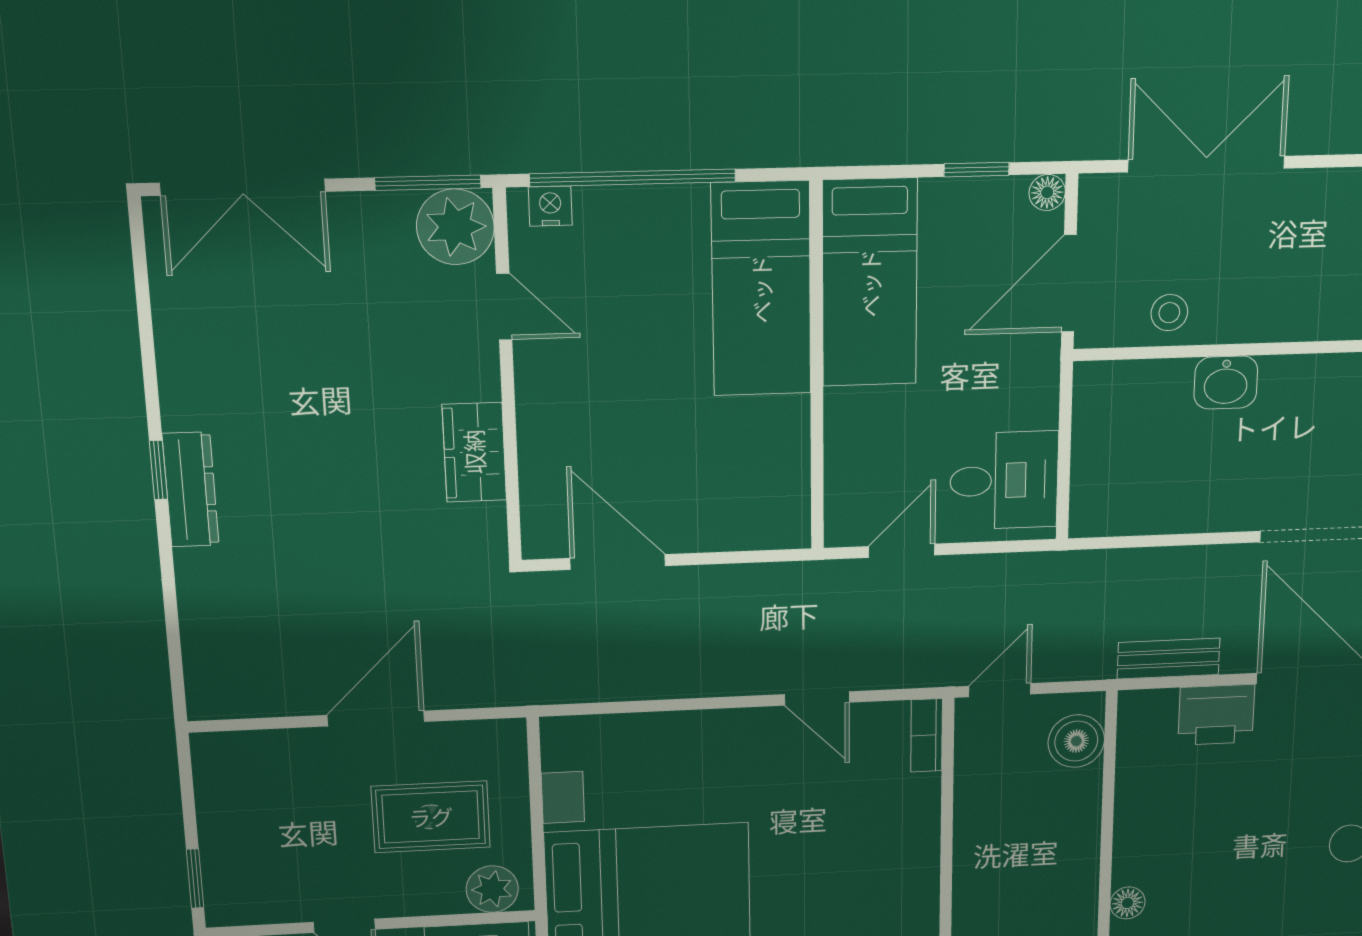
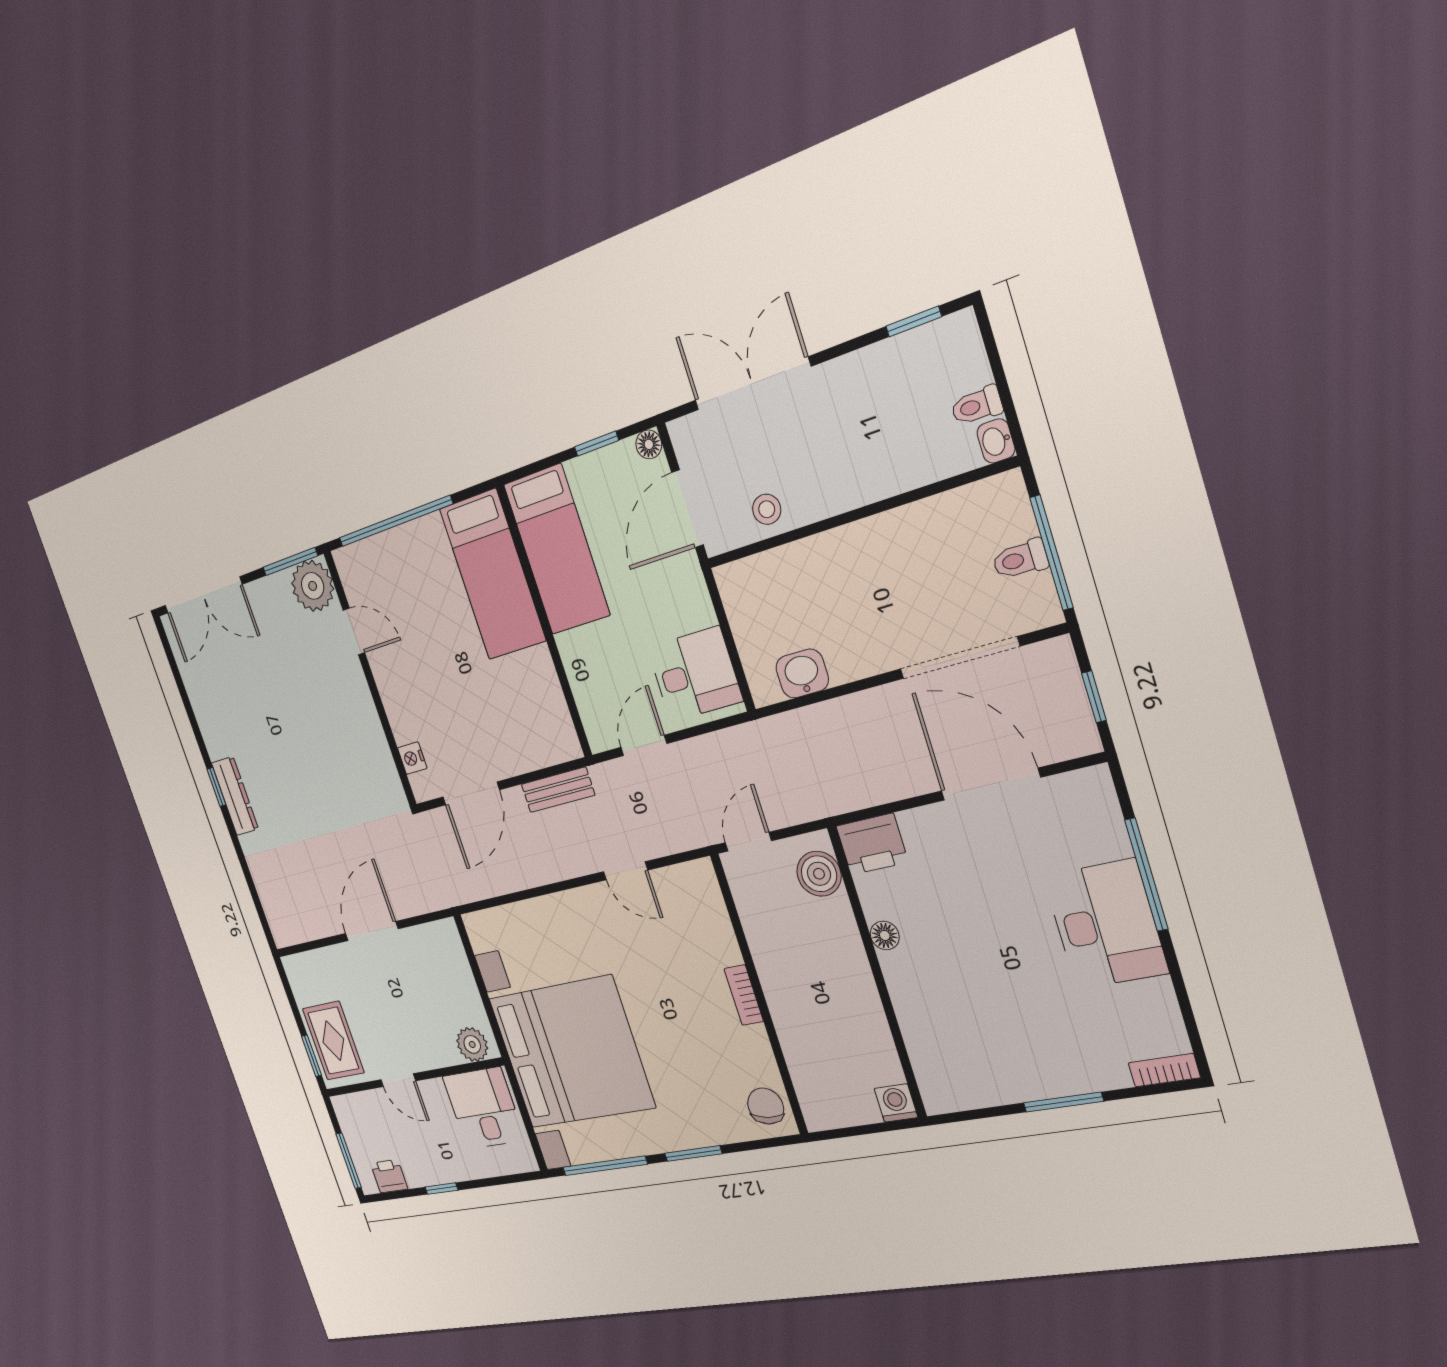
nightstand: (550, 206) -> (412, 758), moved, turned -90
washbasin: (1226, 383) -> (802, 674), moved, turned 180
wardrobe: (474, 452) -> (368, 735), removed
door: (618, 562) -> (471, 793), swing flipped
bench: (1169, 658) -> (558, 790), moved
printer: (1216, 715) -> (872, 844), moved
bookcase: (927, 735) -> (744, 995), moved
rug: (431, 817) -> (333, 1041), moved, turned 90
floor lamp: (1128, 903) -> (885, 935), moved

